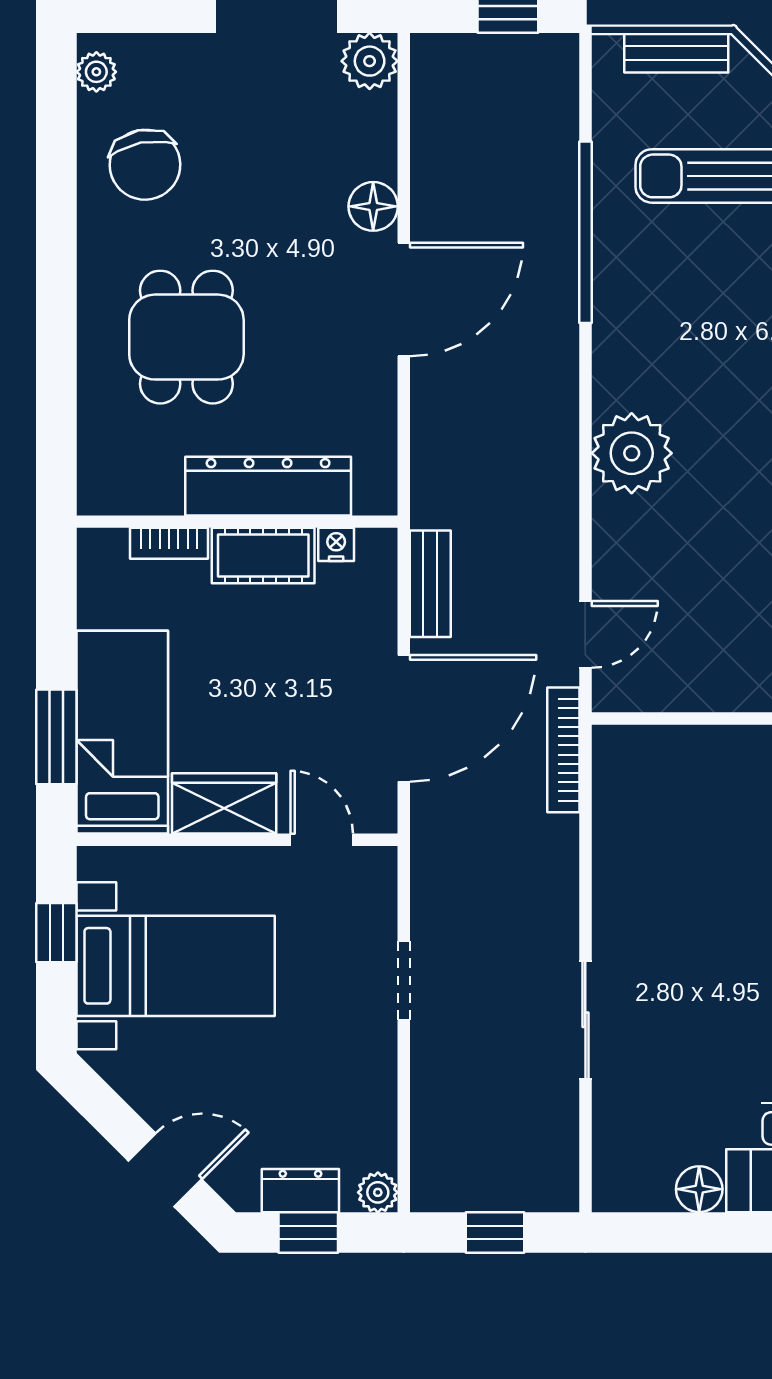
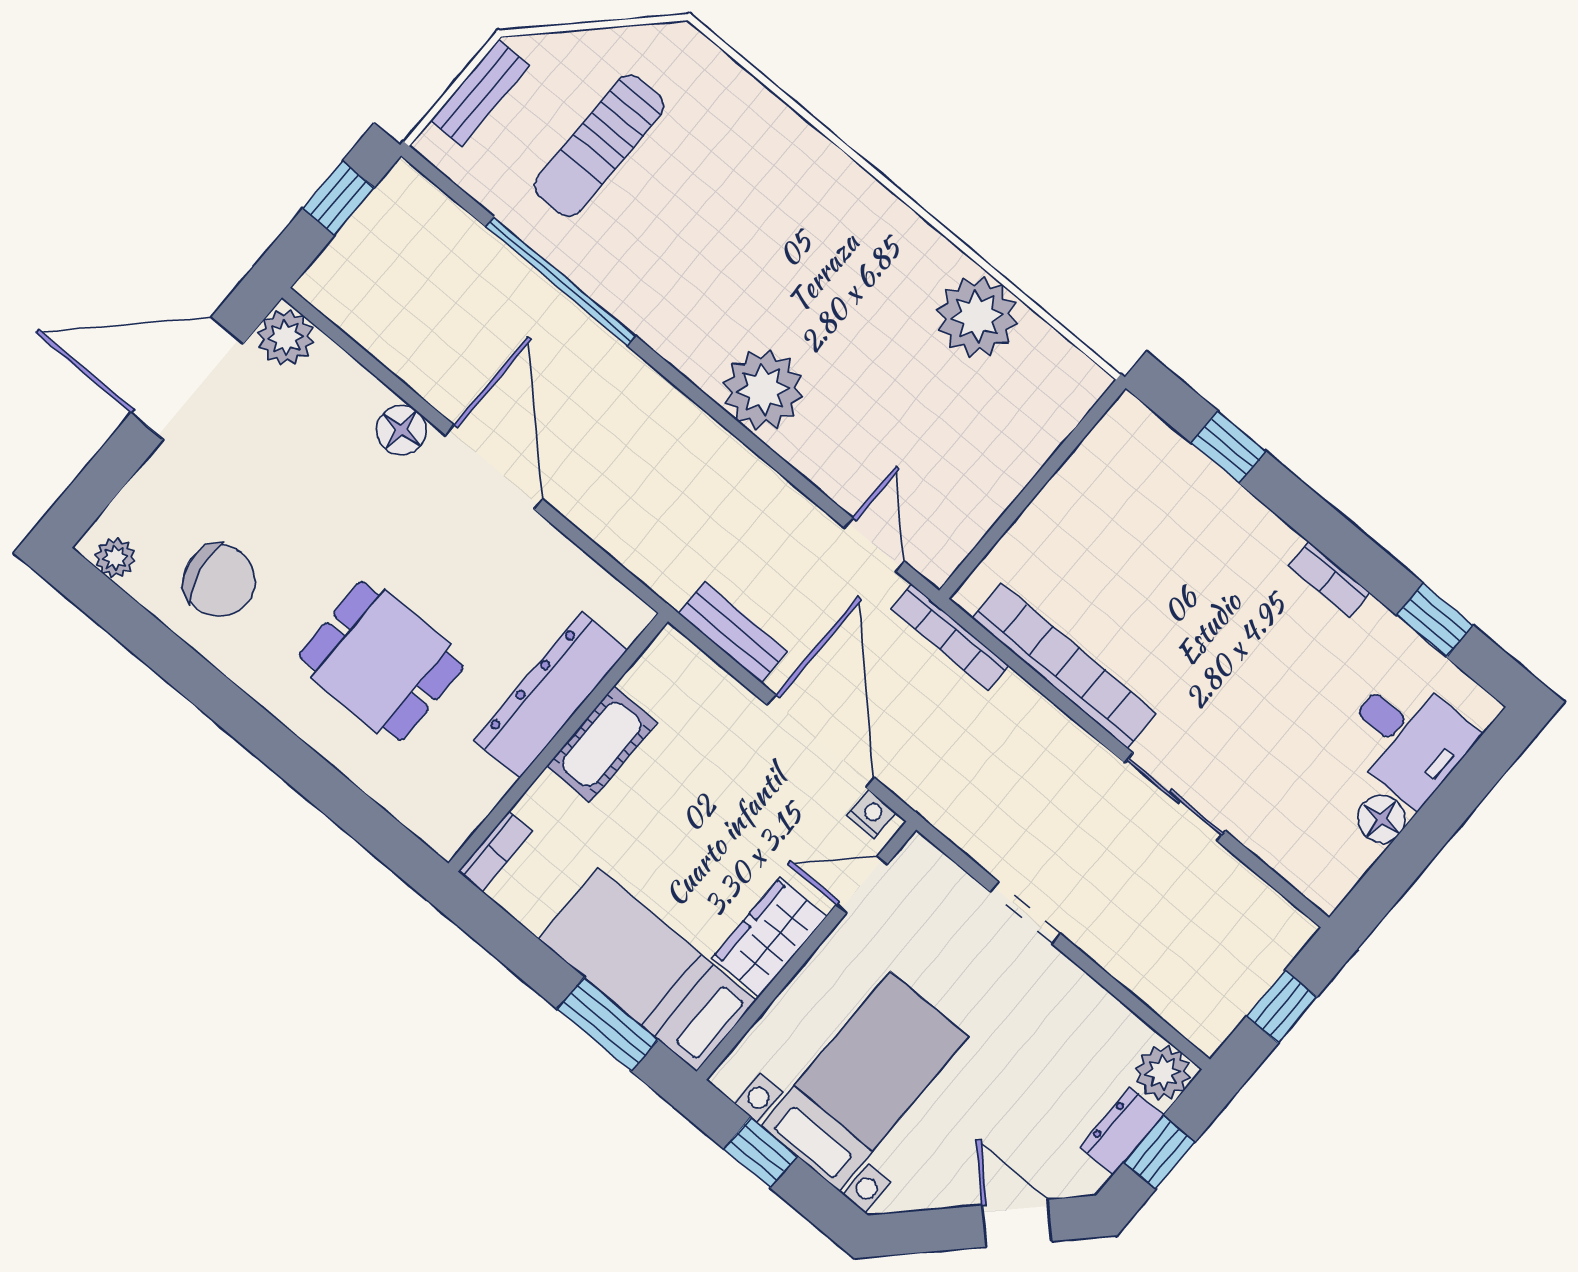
bookcase: (169, 543) -> (495, 851), moved
nightstand: (336, 544) -> (871, 814), moved, turned 90
bookcase: (614, 854) -> (1064, 666), added
door: (165, 1170) -> (1017, 1223), hinge flipped
plant: (378, 1192) -> (1163, 1073), width x1.38, depth x1.38

